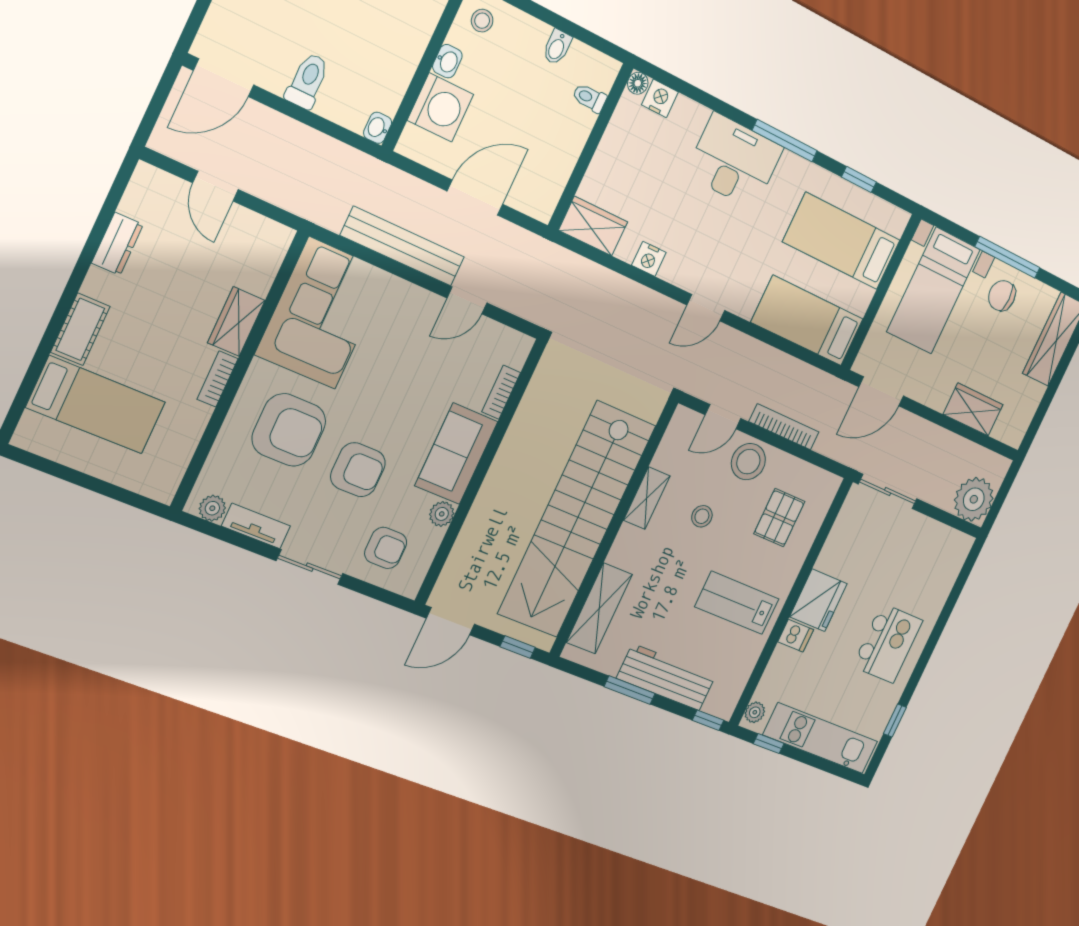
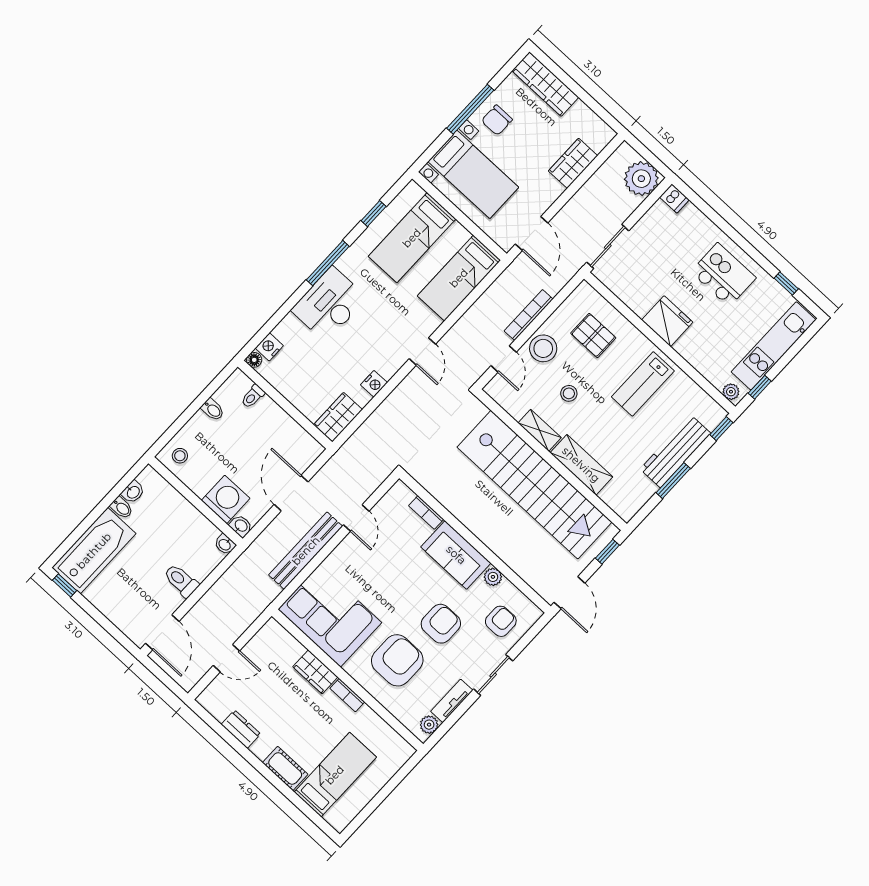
washbasin: (447, 61) -> (241, 526), moved
shelving: (599, 609) -> (581, 465), moved
dishwasher: (796, 636) -> (674, 198), moved, turned 90

